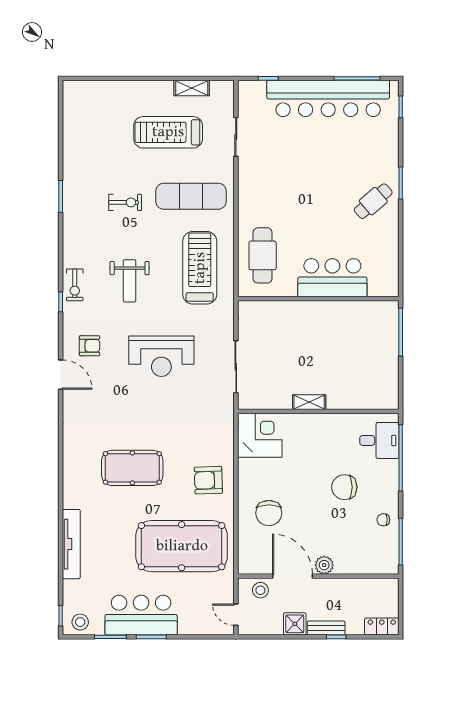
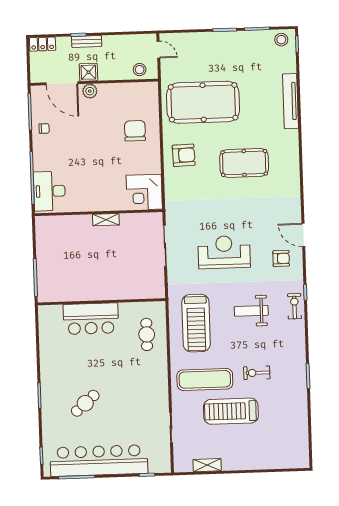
treadmill: (168, 132) -> (231, 411), moved, turned 180
cafe table: (373, 201) -> (85, 403), moved
cafe table: (263, 255) -> (147, 334), width x0.73, depth x0.74
weight bench: (130, 281) -> (251, 311), turned -90
armchair: (90, 346) -> (281, 258), turned 180
desk: (379, 440) -> (49, 191), width x1.37
chair: (344, 487) -> (76, 153), removed
door: (292, 576) -> (62, 83), moved
bar counter: (141, 615) -> (233, 47), removed
shower: (295, 624) -> (88, 72), moved

